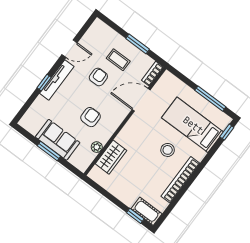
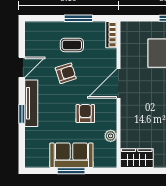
armchair: (98, 77) -> (66, 73), turned 72
door: (141, 100) -> (118, 84), moved
wardrobe: (111, 157) -> (137, 158), moved, turned -90

